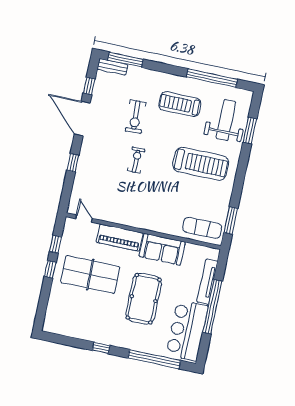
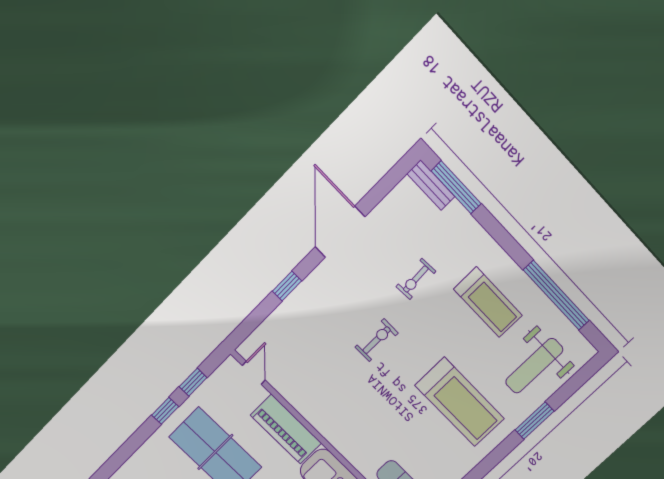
window: (89, 86) -> (380, 191), removed
treadmill: (180, 104) -> (488, 302), turned 180
exercise bike: (136, 117) -> (416, 279), width x0.73, depth x0.72
weight bench: (226, 120) -> (534, 366), turned 180
window: (250, 131) -> (535, 421), moved

